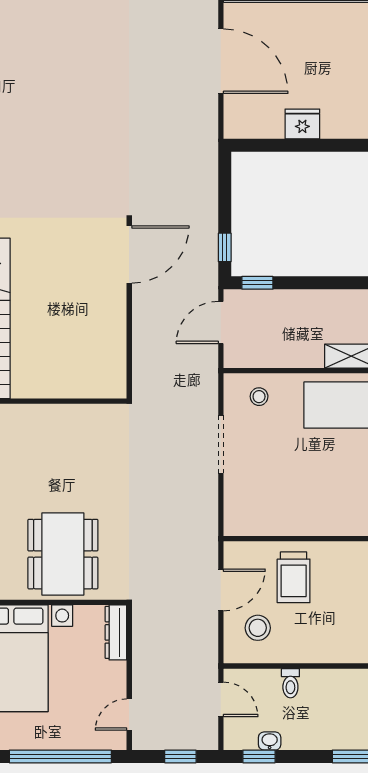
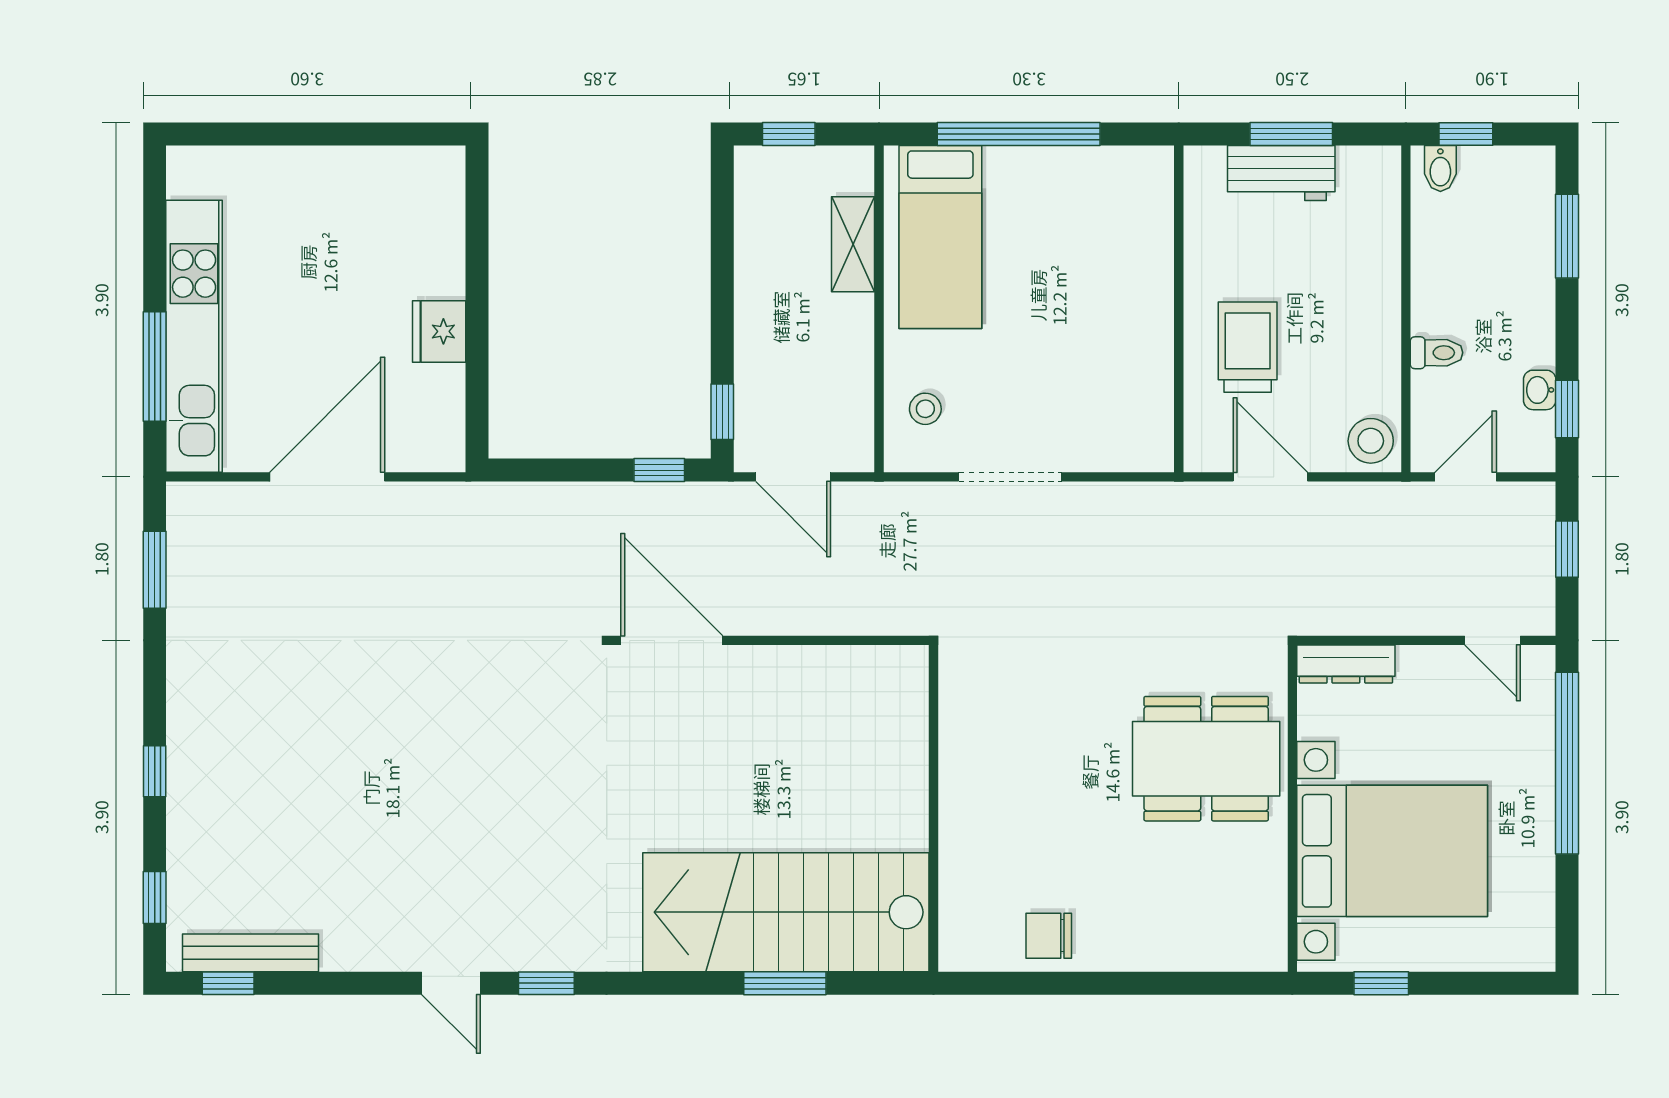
trolley: (294, 577) -> (1248, 347), turned -90
stool: (258, 628) -> (1371, 441), moved

